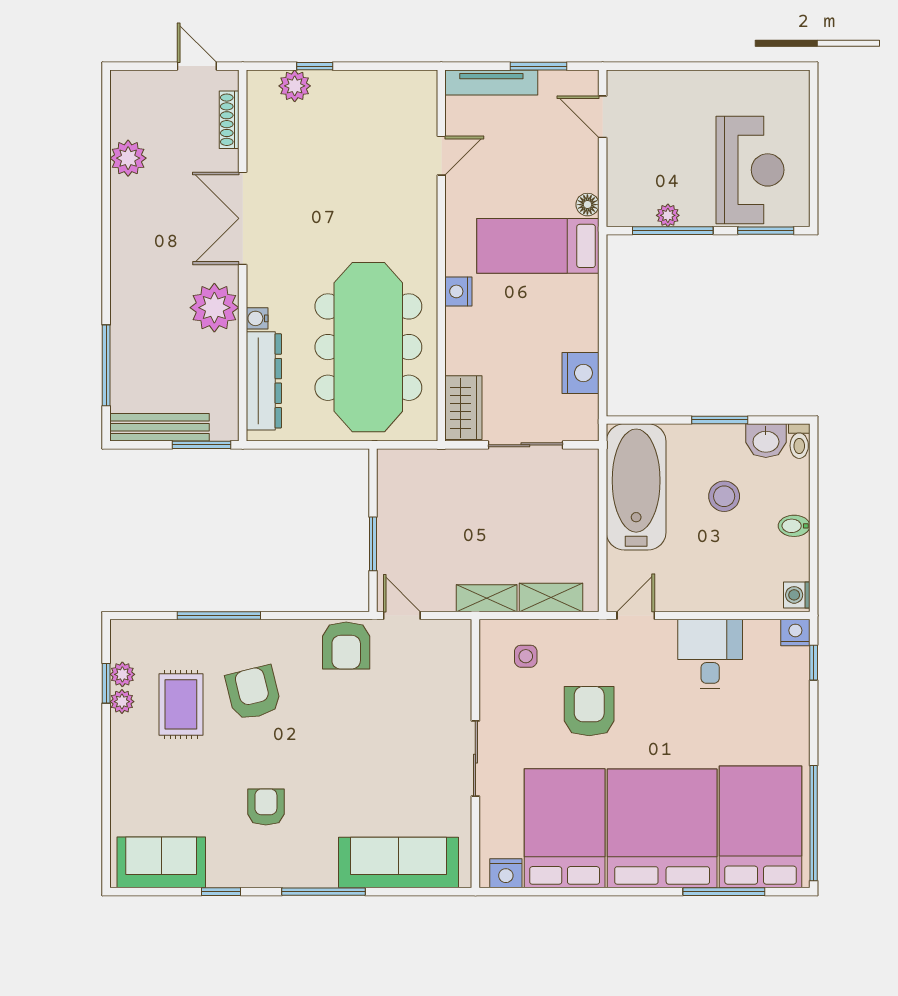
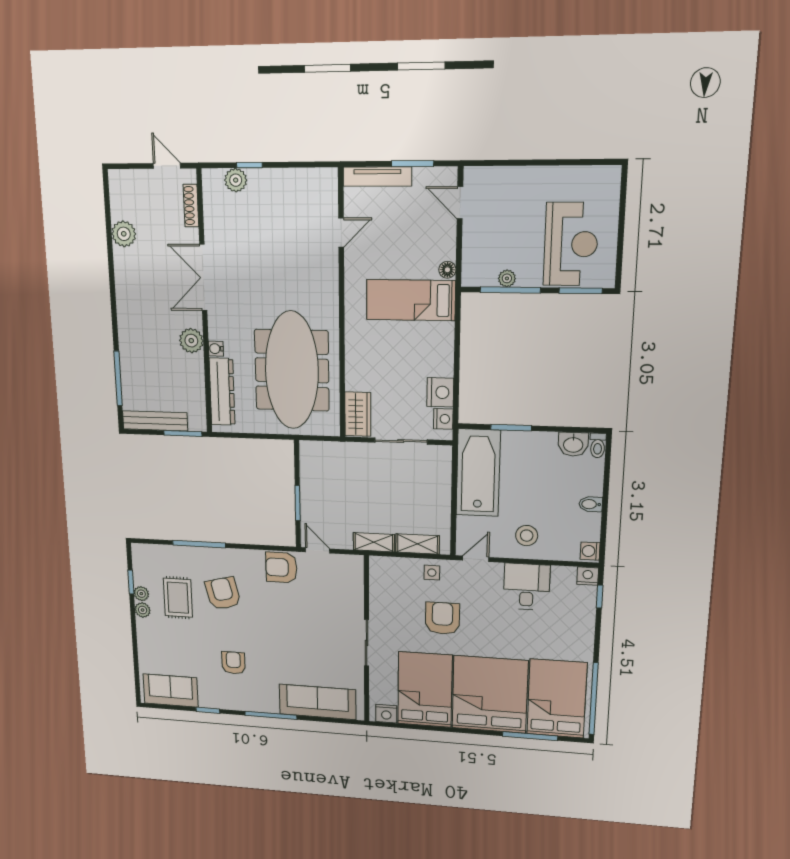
nightstand: (458, 291) -> (443, 419), moved, turned 180
plant: (214, 308) -> (191, 341), width x0.73, depth x0.73
window: (720, 420) -> (511, 428), moved
stool: (724, 496) -> (527, 536), moved
armchair: (346, 646) -> (281, 567), turned 90
side table: (526, 656) -> (432, 573), moved
plant: (122, 674) -> (143, 610), moved

